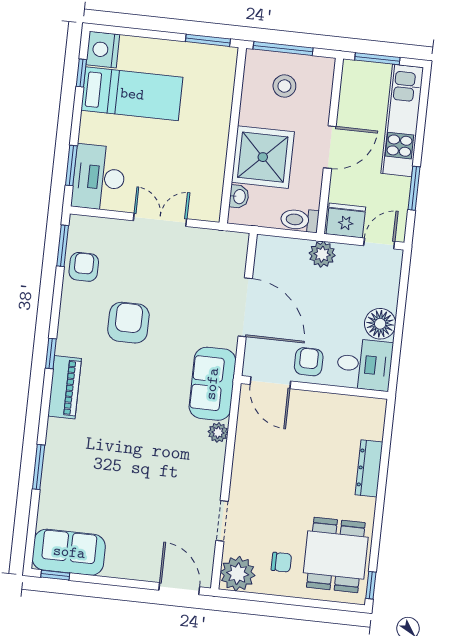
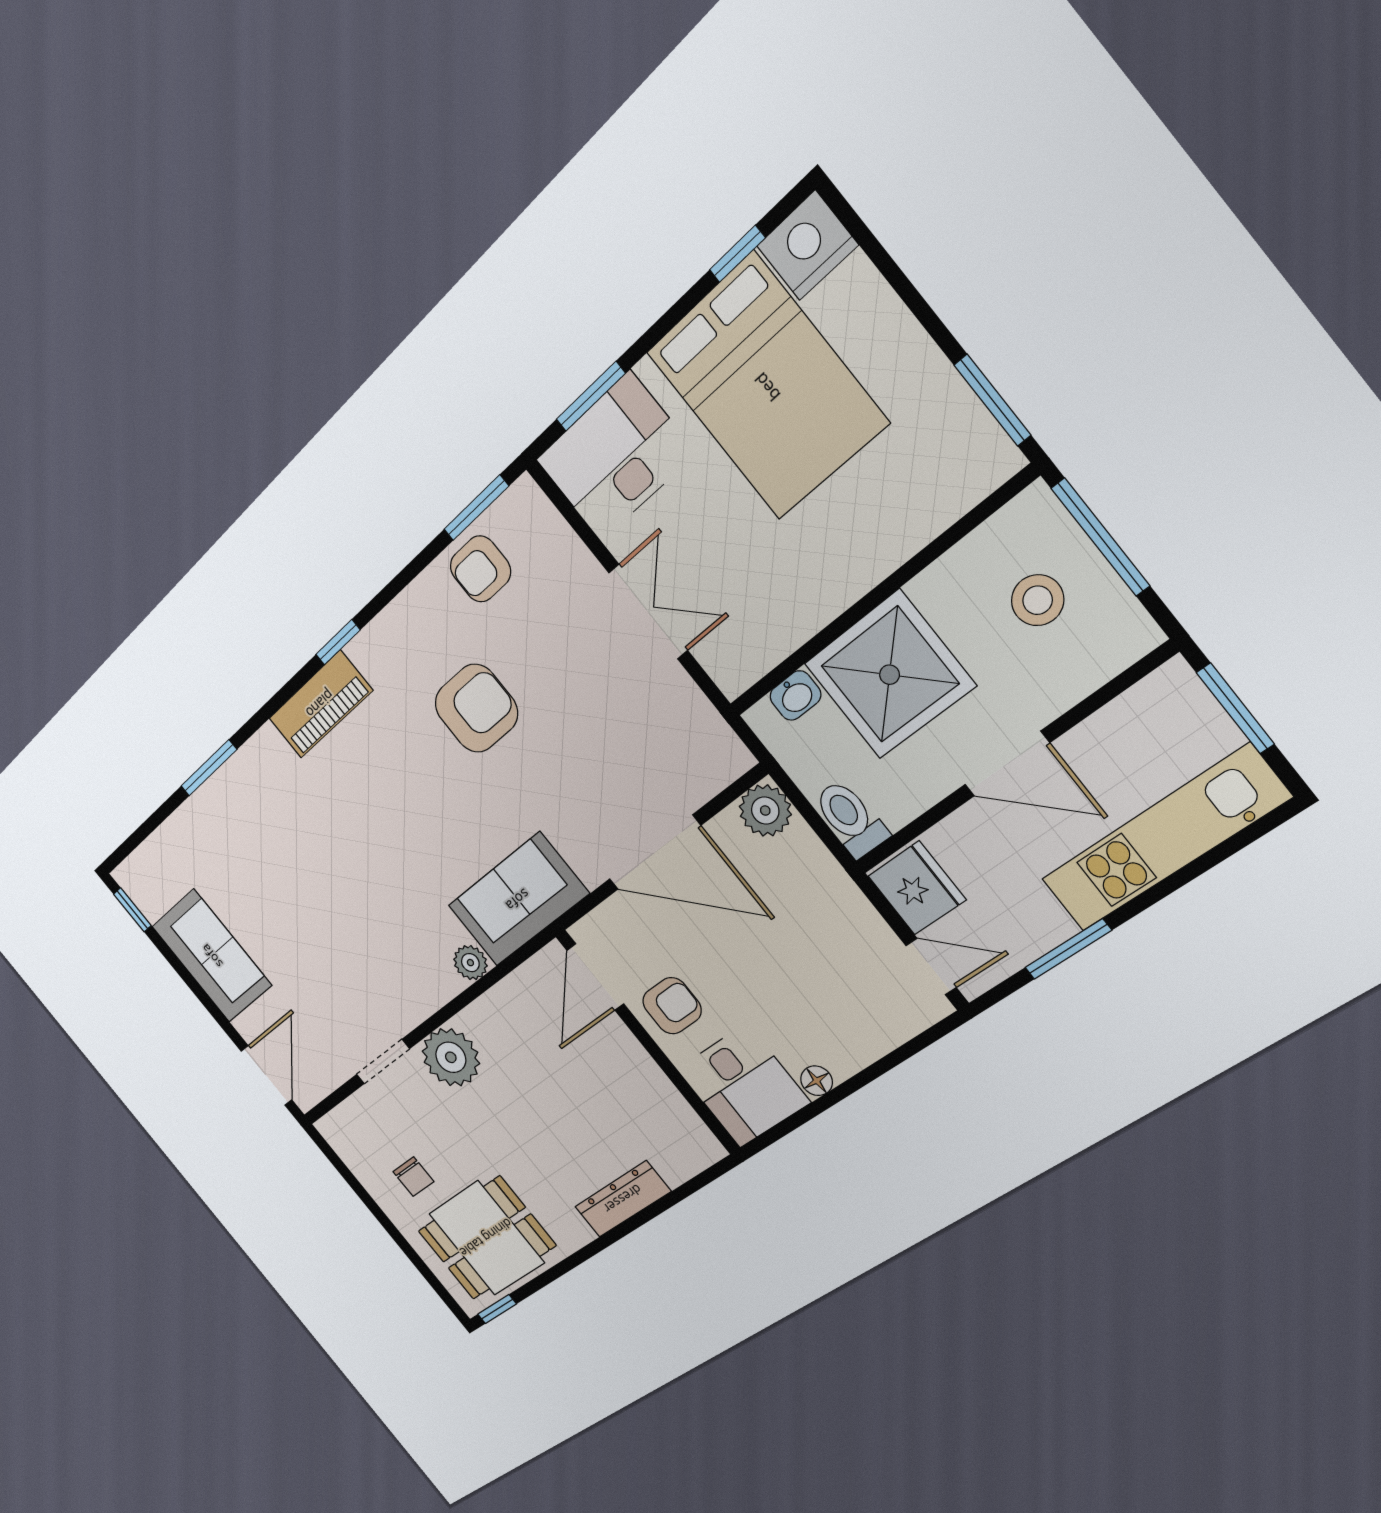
bed: (132, 94) -> (767, 387), width x1.50
plant: (322, 254) -> (765, 811), moved
armchair: (84, 267) -> (480, 569), turned 180
door: (245, 307) -> (655, 852), hinge flipped
floor lamp: (380, 324) -> (817, 1081), width x0.53, depth x0.53
sofa: (69, 552) -> (212, 956), moved
plant: (238, 574) -> (451, 1057), moved

